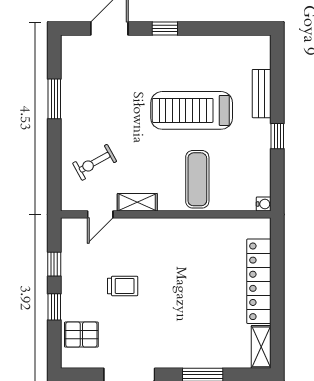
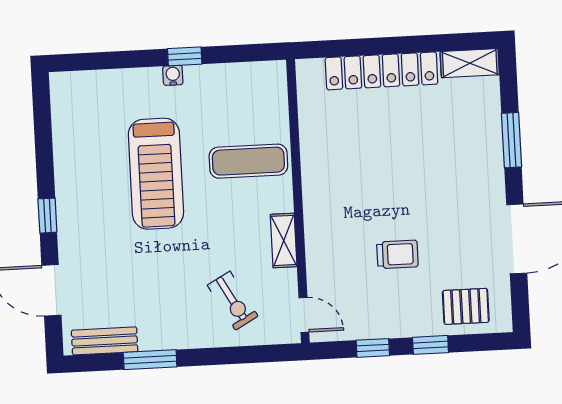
bench: (262, 94) -> (105, 341), moved
water cooler: (264, 204) -> (173, 75), moved
door: (100, 214) -> (304, 315), moved
trolley: (123, 286) -> (397, 254), turned 90
pallet: (81, 335) -> (466, 306), turned 90

